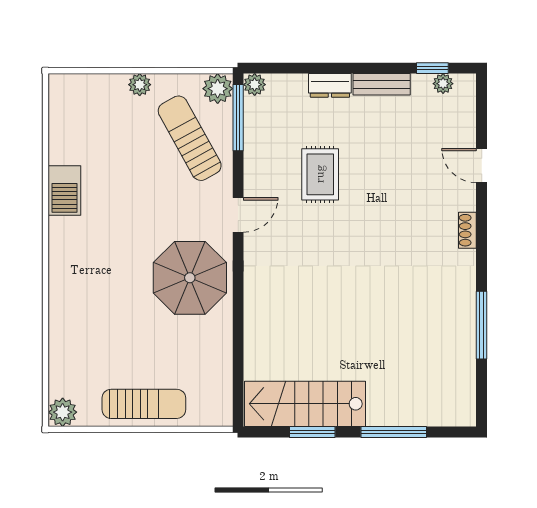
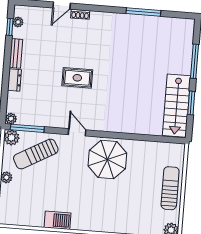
rug: (320, 174) -> (77, 78), moved
shoe rack: (467, 230) -> (80, 14), moved

